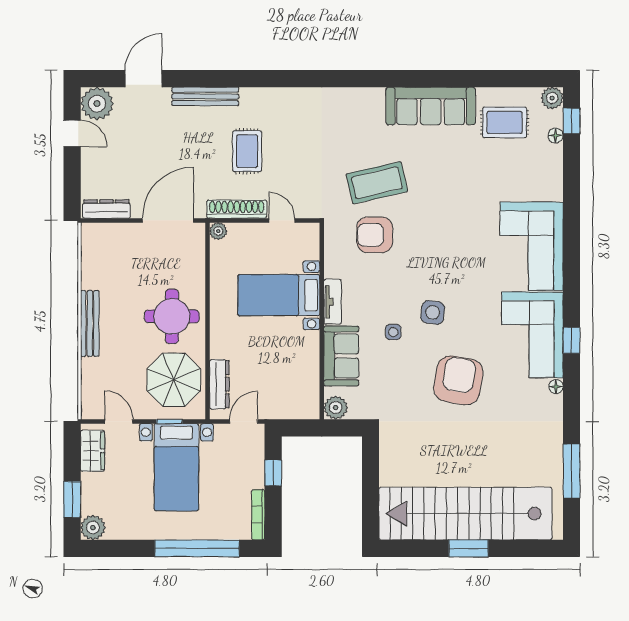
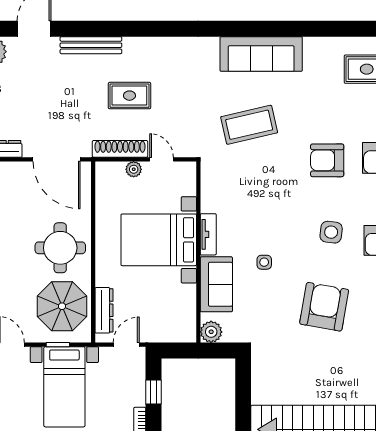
sofa: (431, 106) -> (261, 54), moved
rug: (247, 151) -> (129, 96), turned 90
door: (168, 220) -> (57, 159), swing flipped
plant: (218, 231) -> (134, 169), moved
armchair: (375, 235) -> (327, 160), moved
bed with nightstands: (279, 295) -> (159, 240), width x1.36
side table: (433, 312) -> (331, 232), moved

